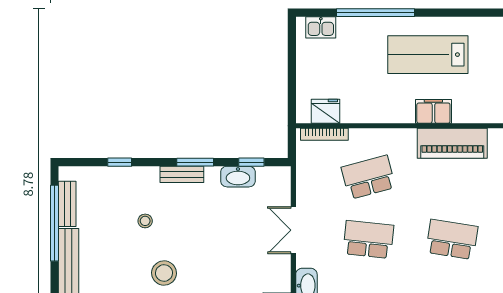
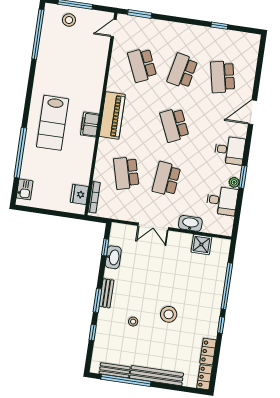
window: (195, 162) -> (97, 300), moved
school desk: (452, 239) -> (174, 125), turned -33

